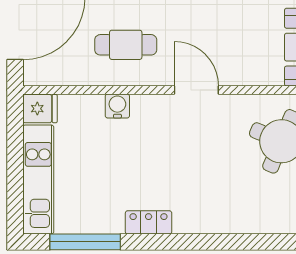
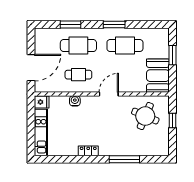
door: (196, 90) -> (109, 94), hinge flipped
window: (85, 242) -> (124, 159), moved

